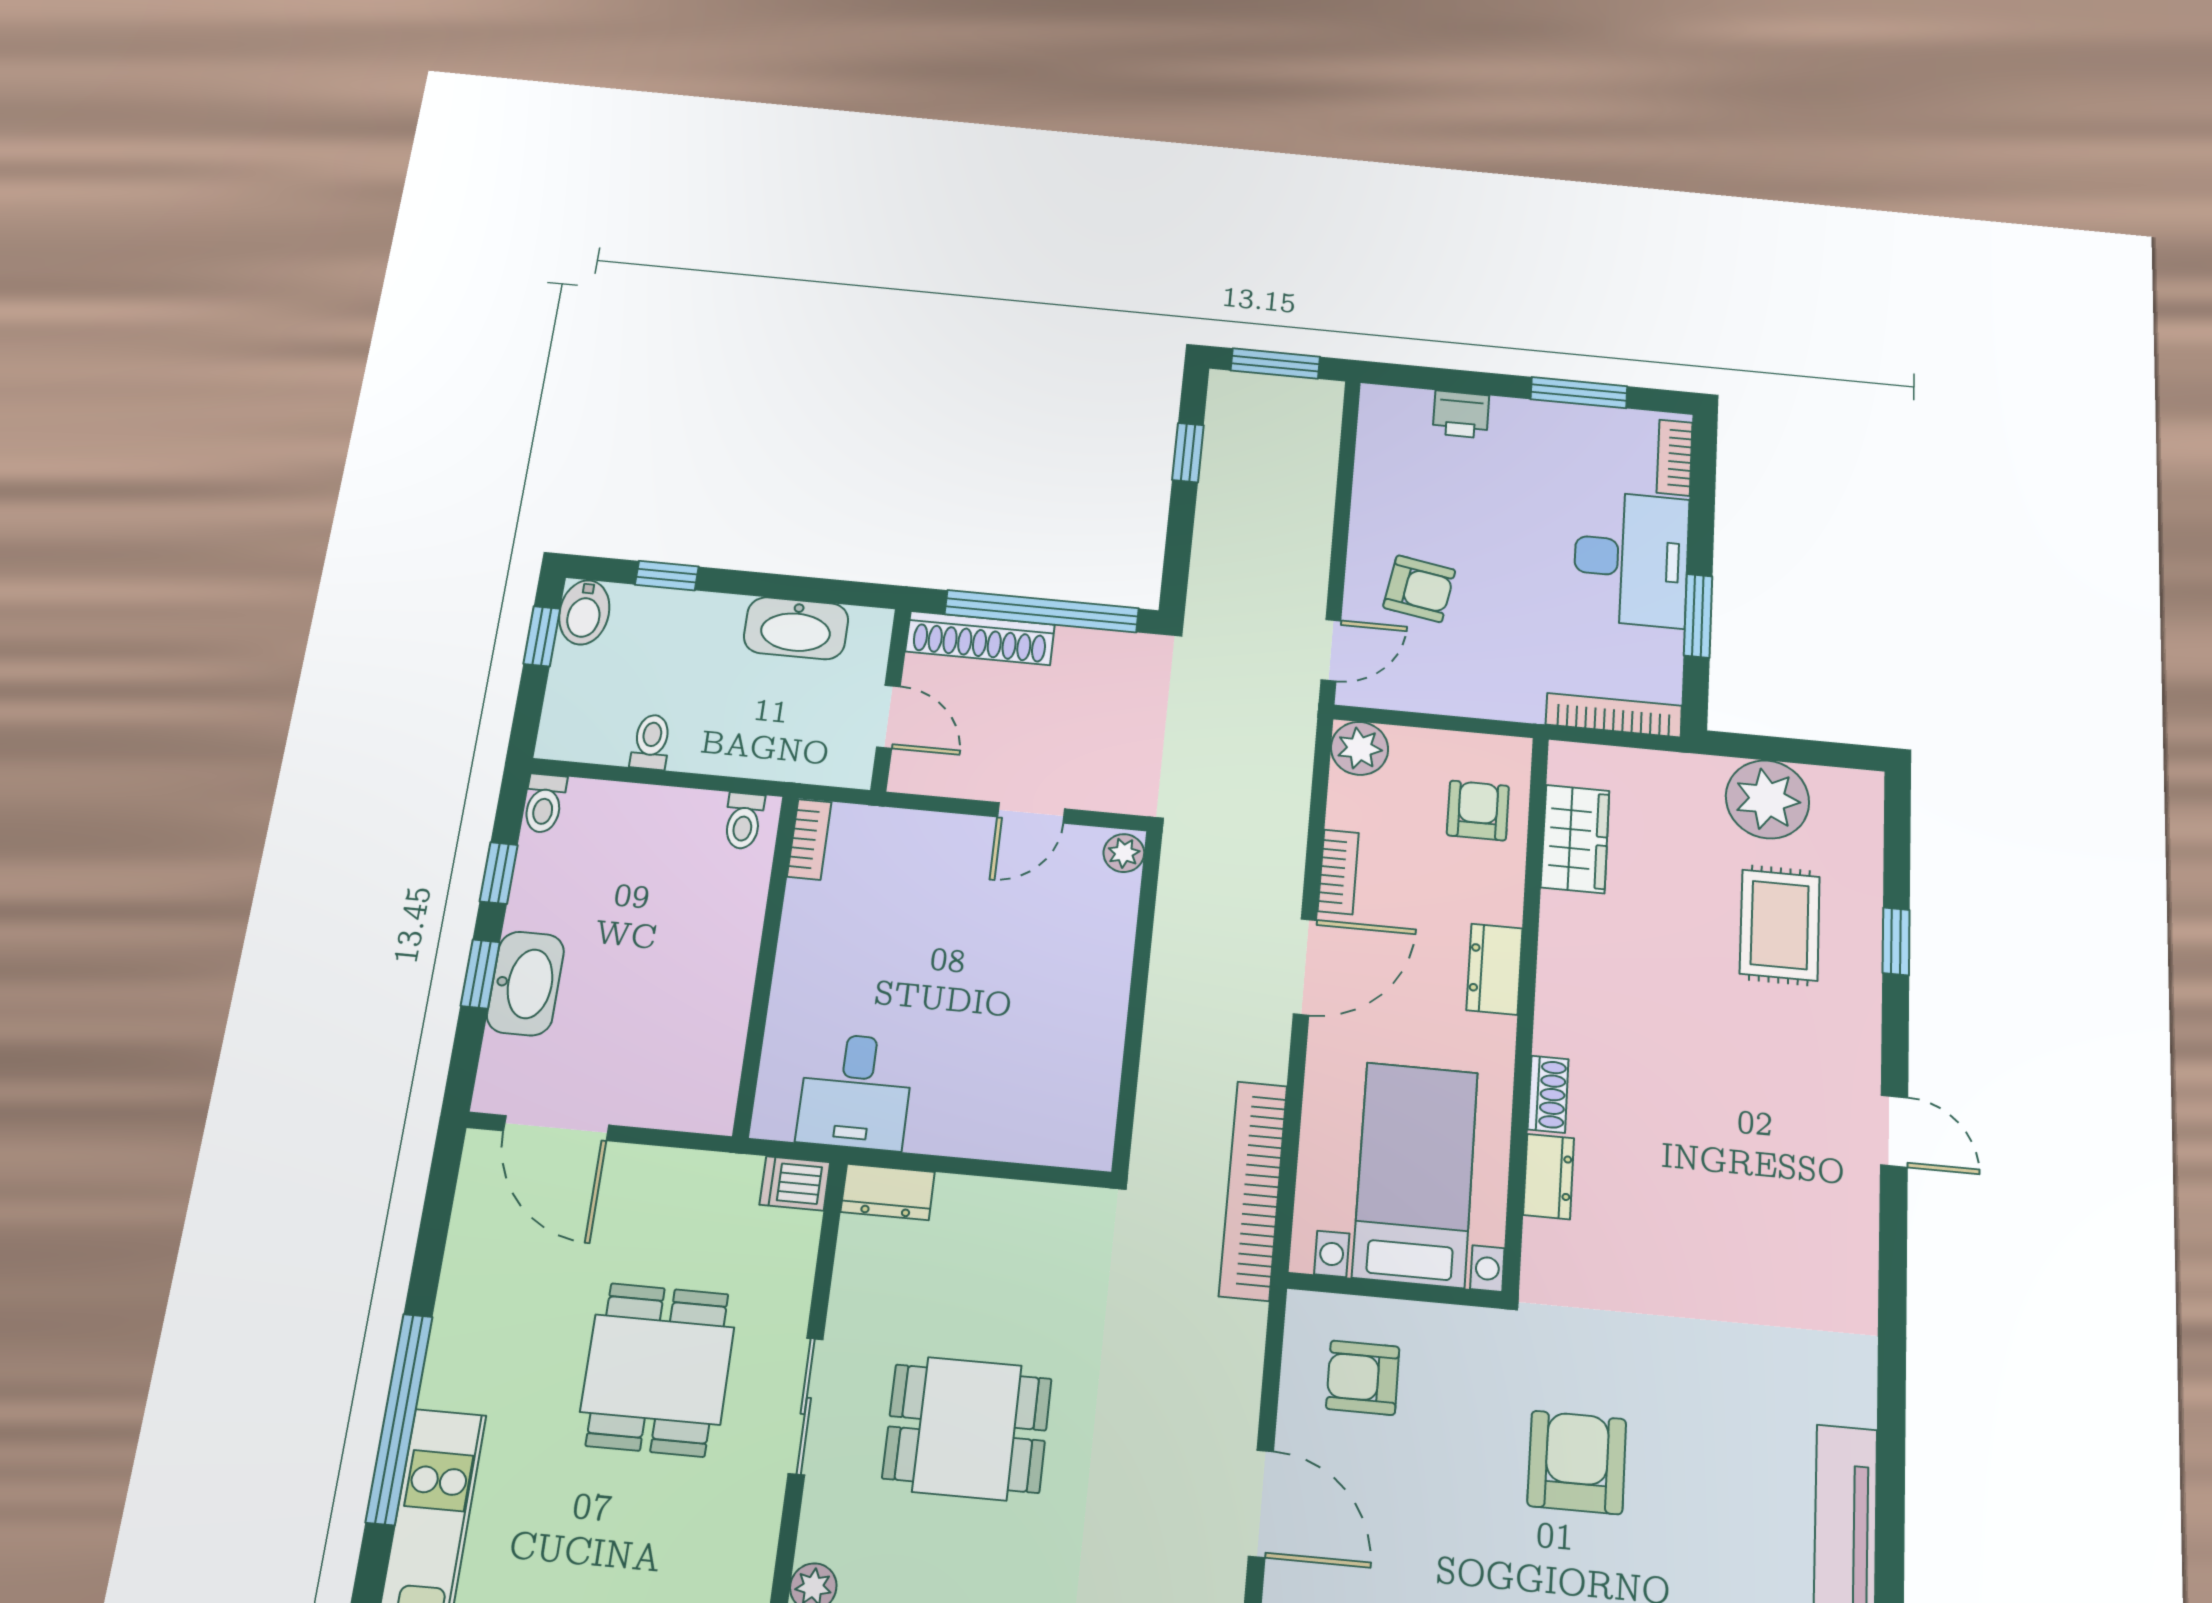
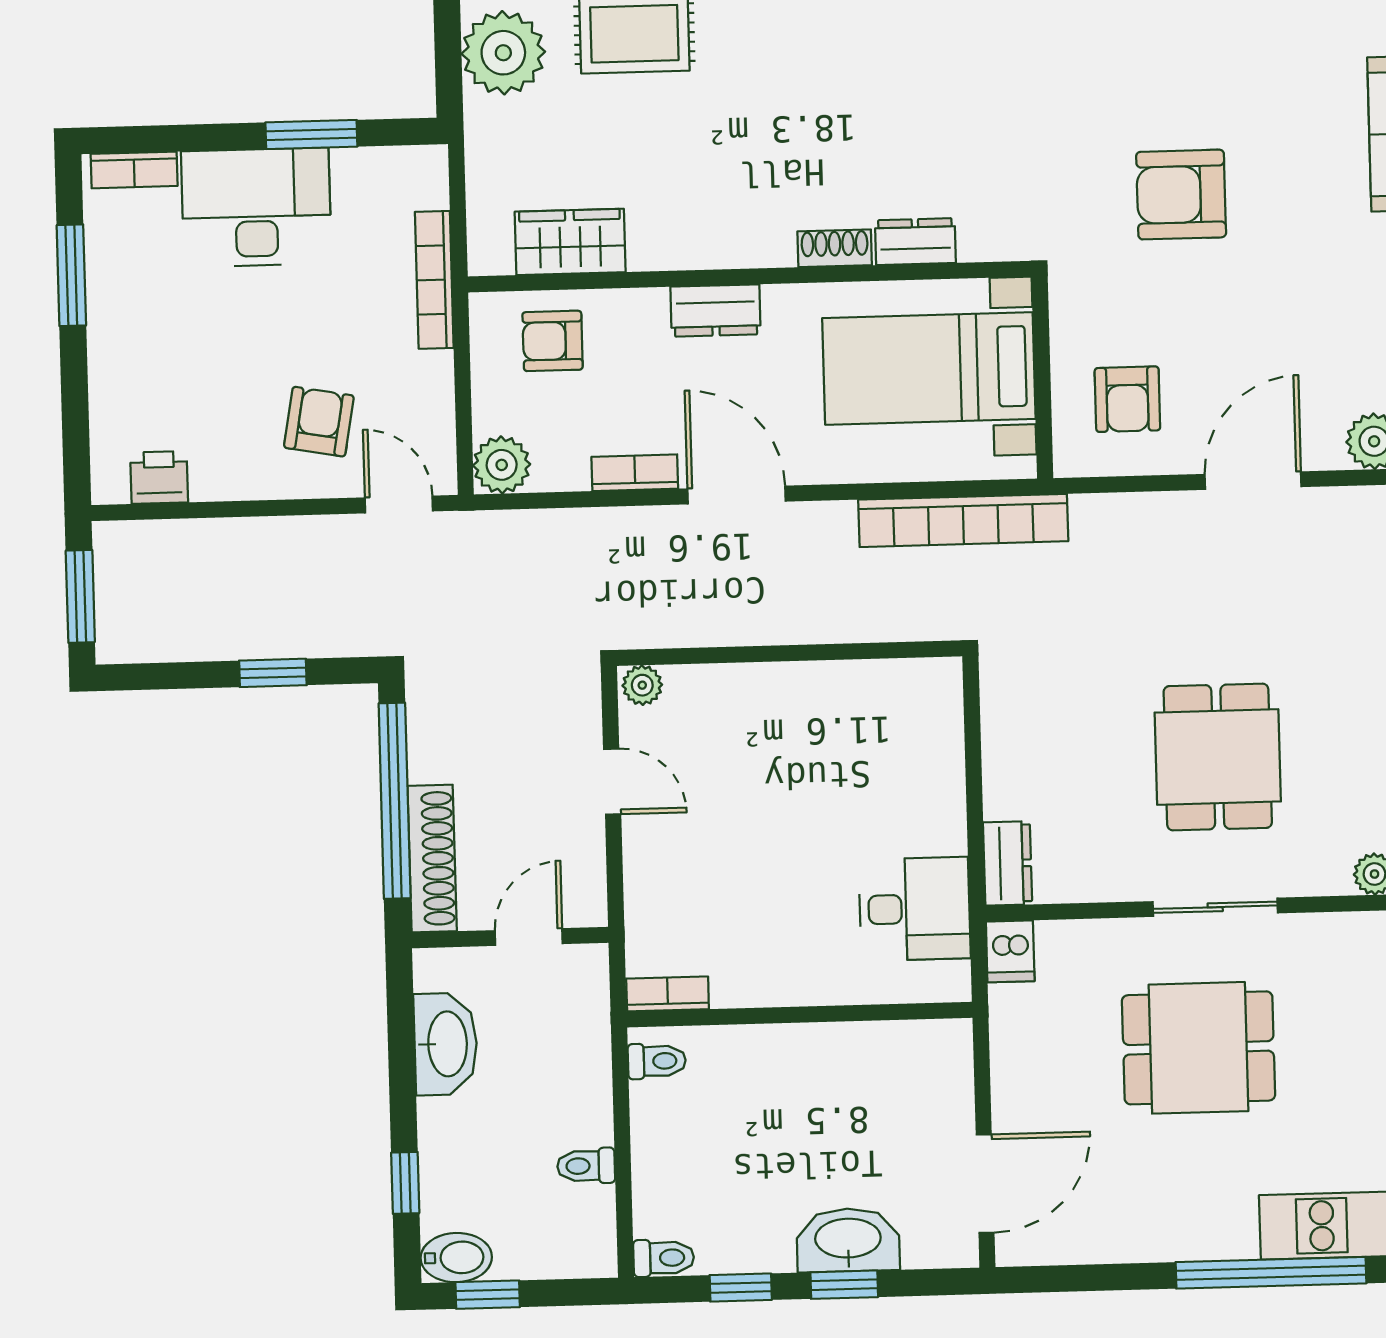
printer: (1461, 414) -> (159, 477), moved, turned -90
window: (1188, 453) -> (273, 673), moved
bookcase: (1614, 715) -> (434, 280), moved

